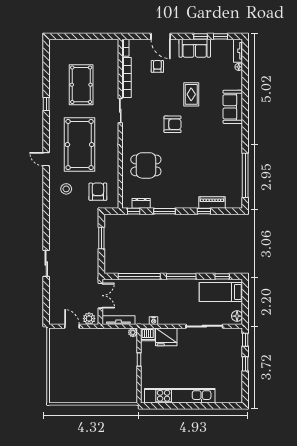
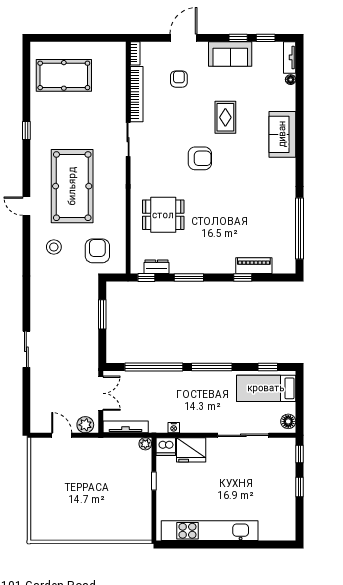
door: (161, 36) -> (183, 38), swing flipped
pool table: (81, 85) -> (64, 75), moved, turned 90

